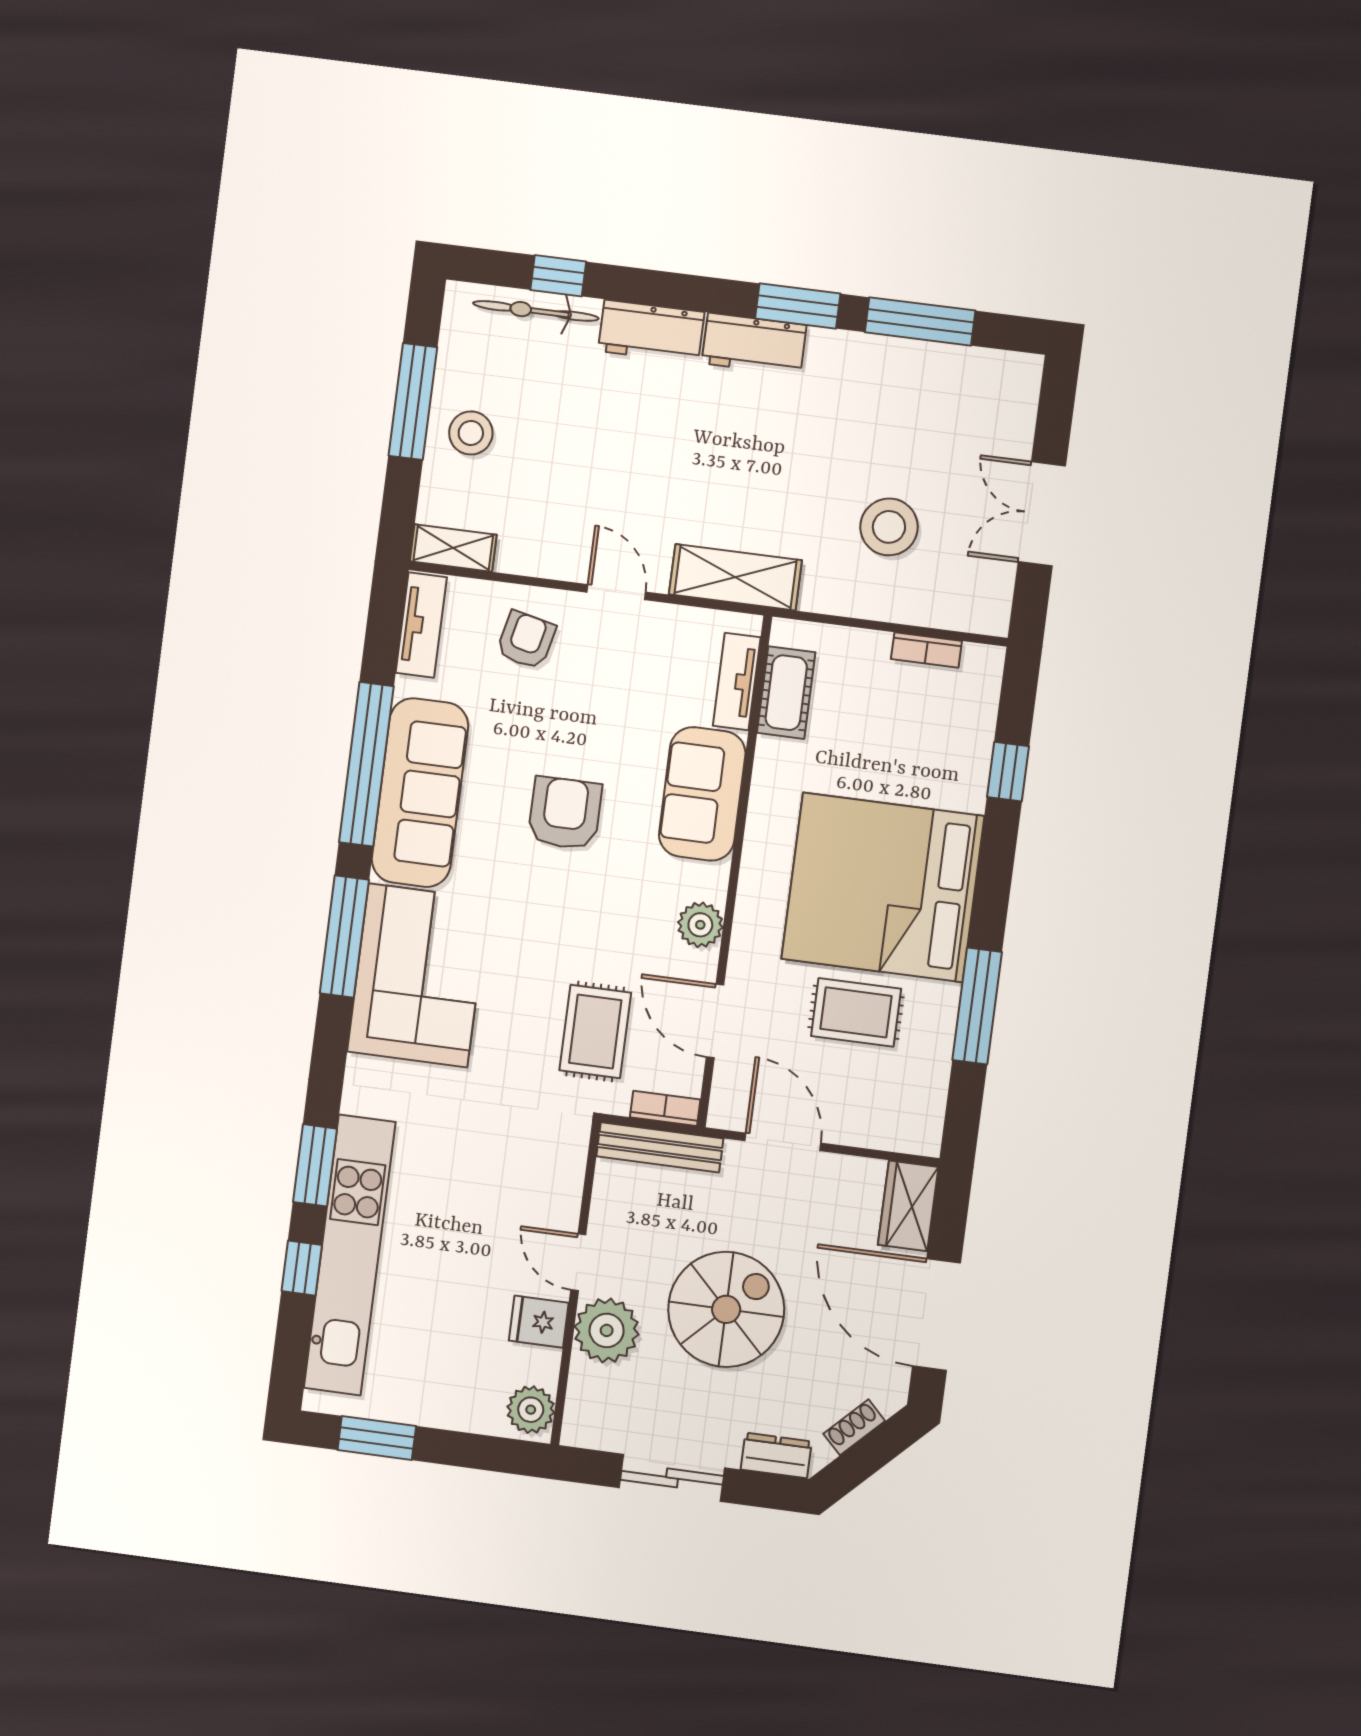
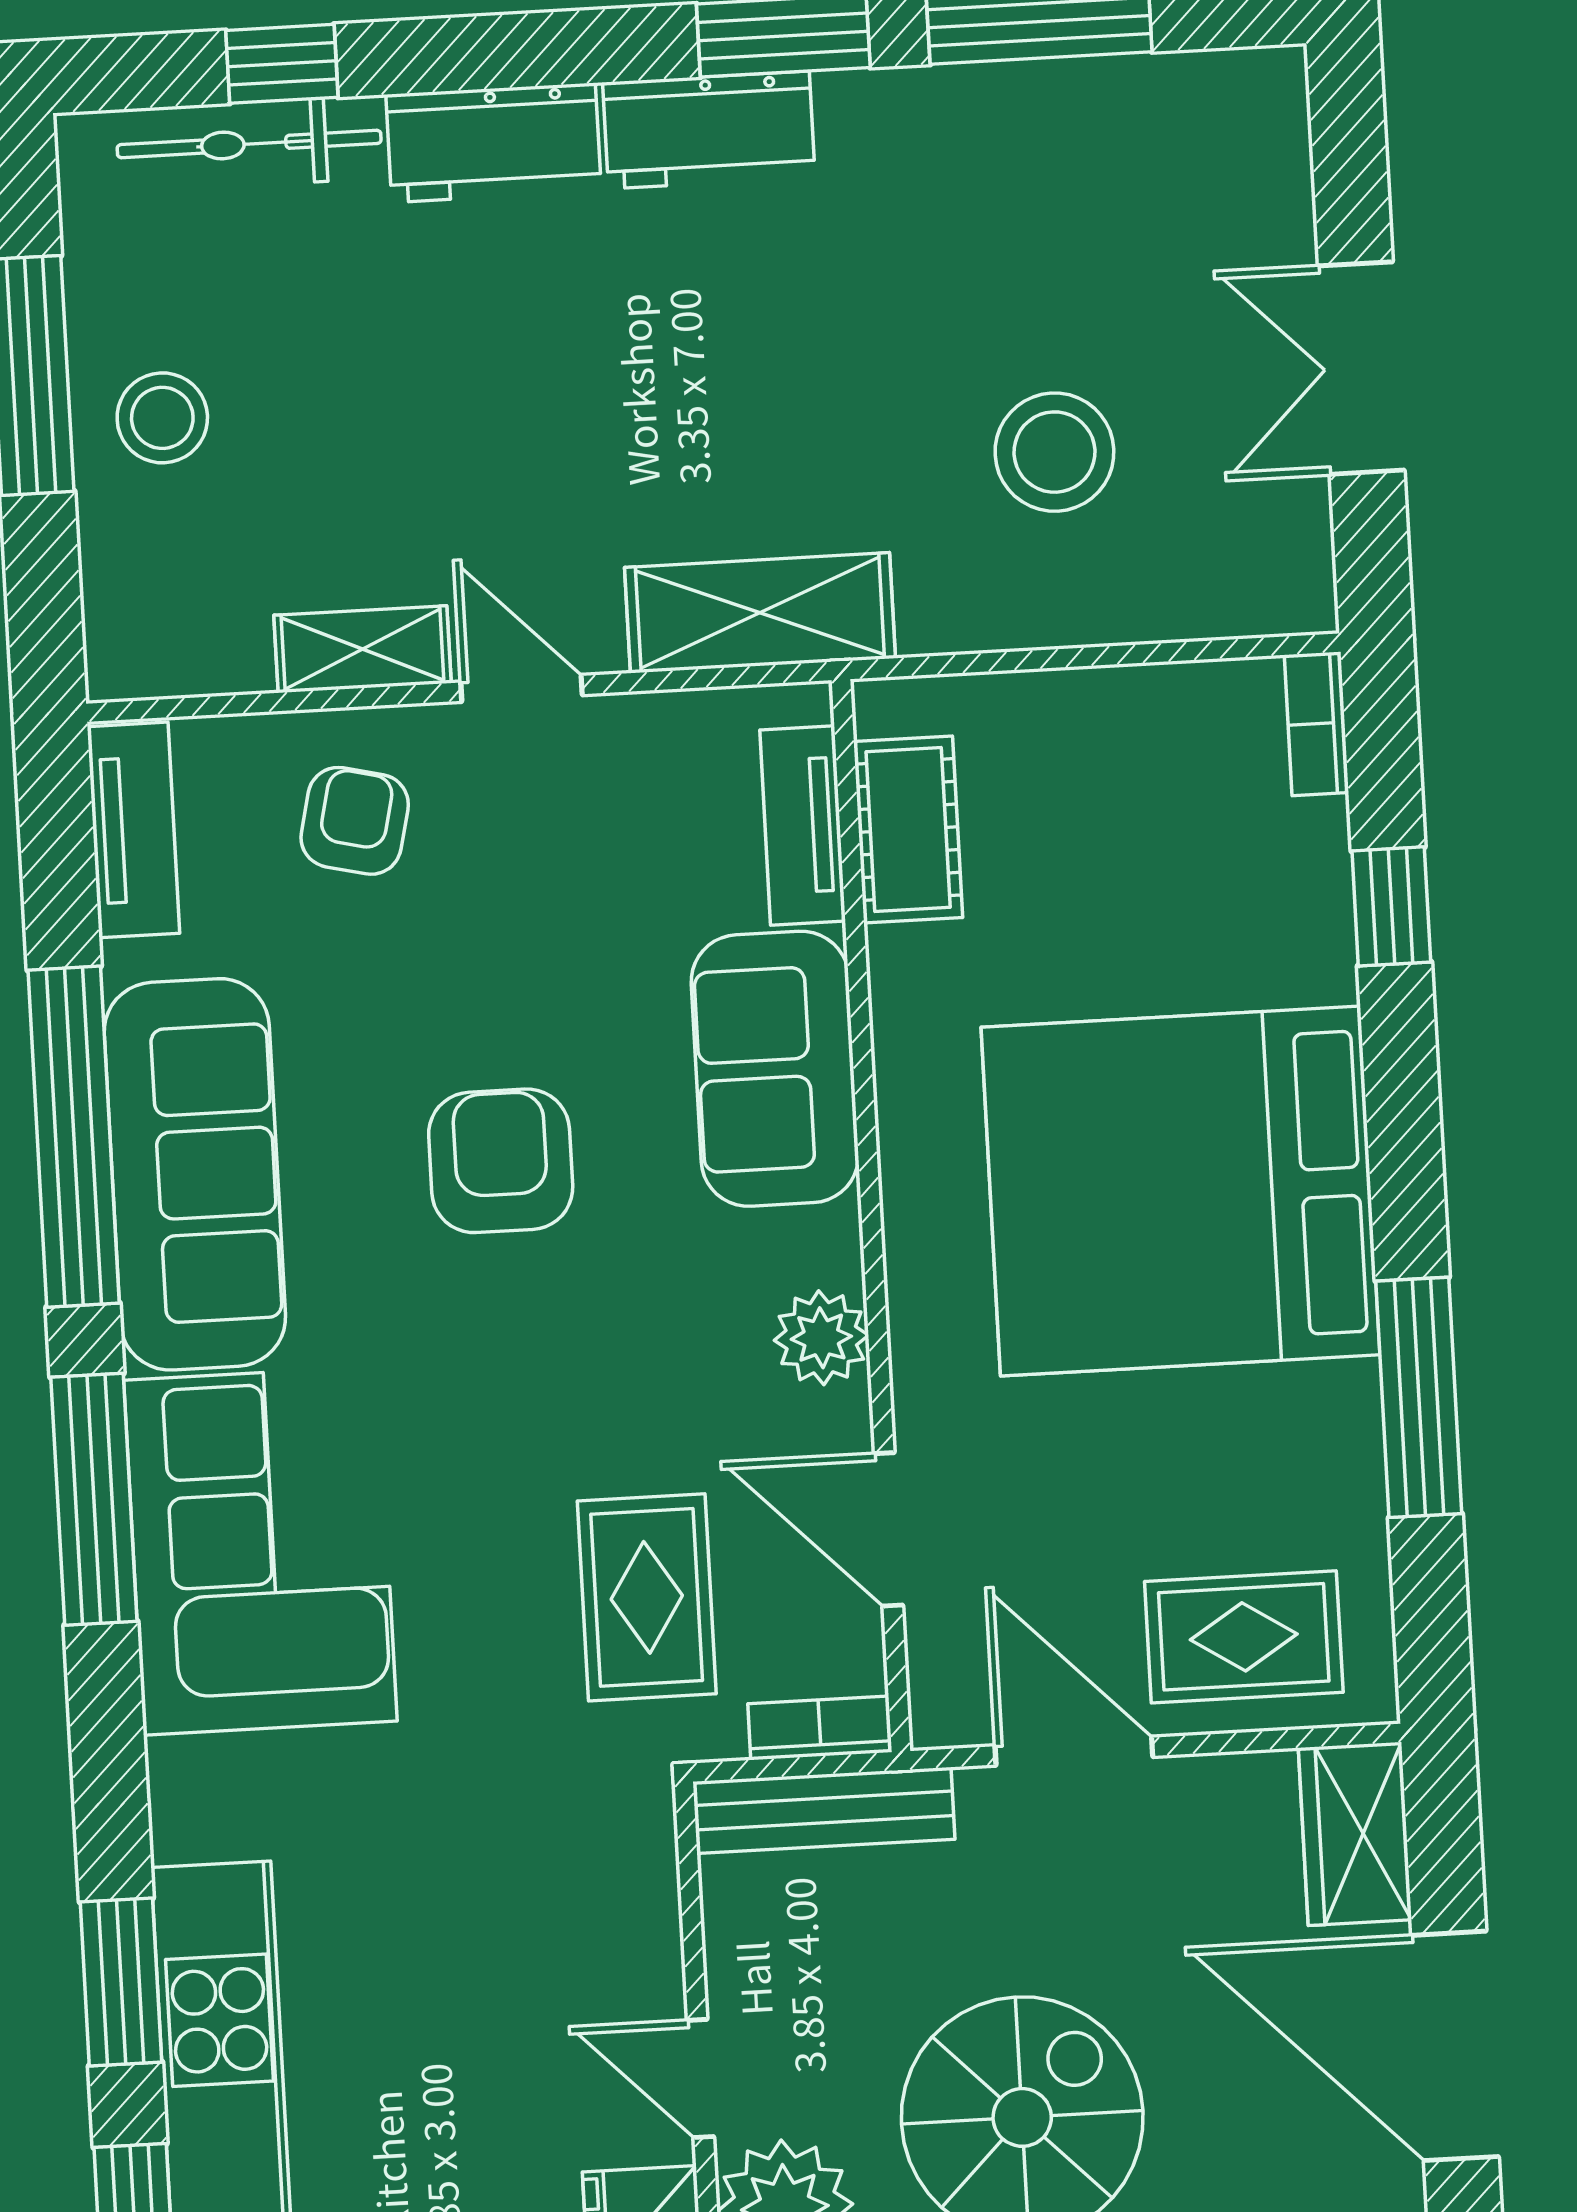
shelving: (453, 548) -> (363, 649), moved
bookcase: (926, 650) -> (1316, 724), moved, turned 90
rug: (856, 1012) -> (1244, 1637), moved

